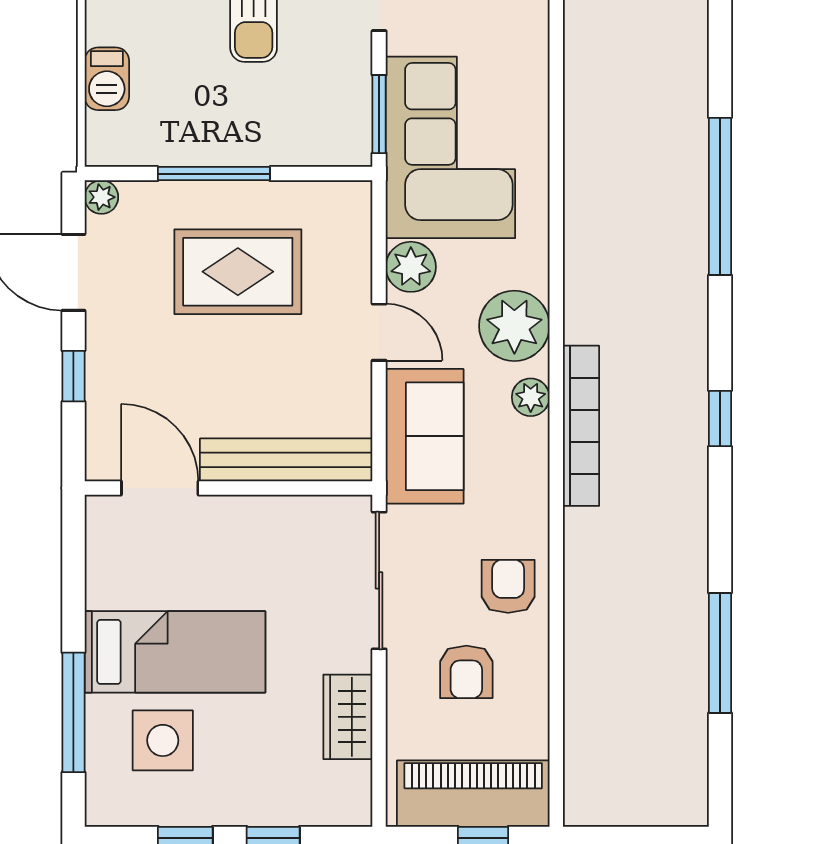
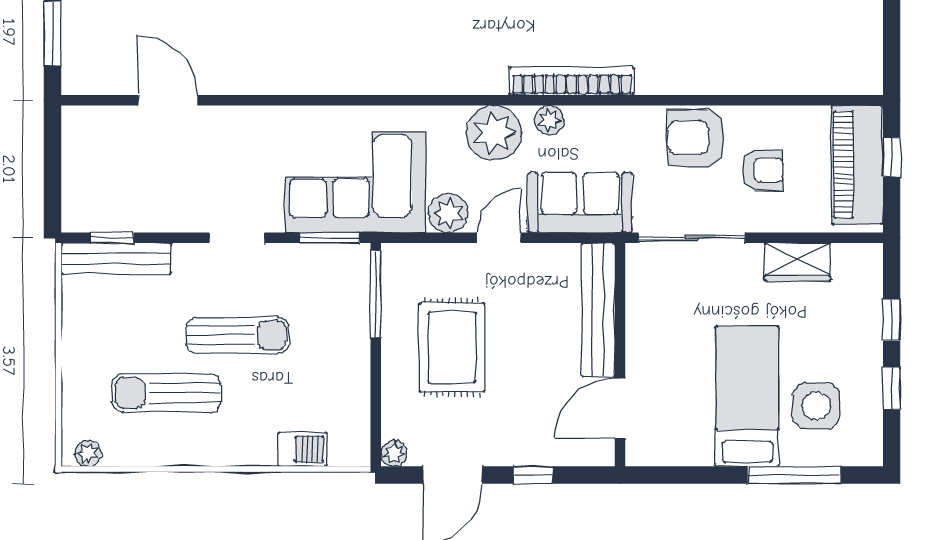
window: (214, 174) -> (376, 294), moved
armchair: (508, 586) -> (696, 138), width x1.38, depth x1.38

